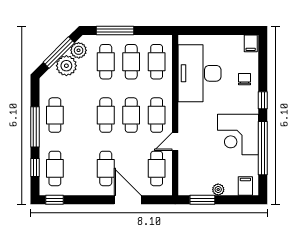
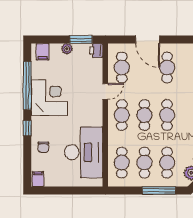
printer: (185, 188) -> (96, 50), added

